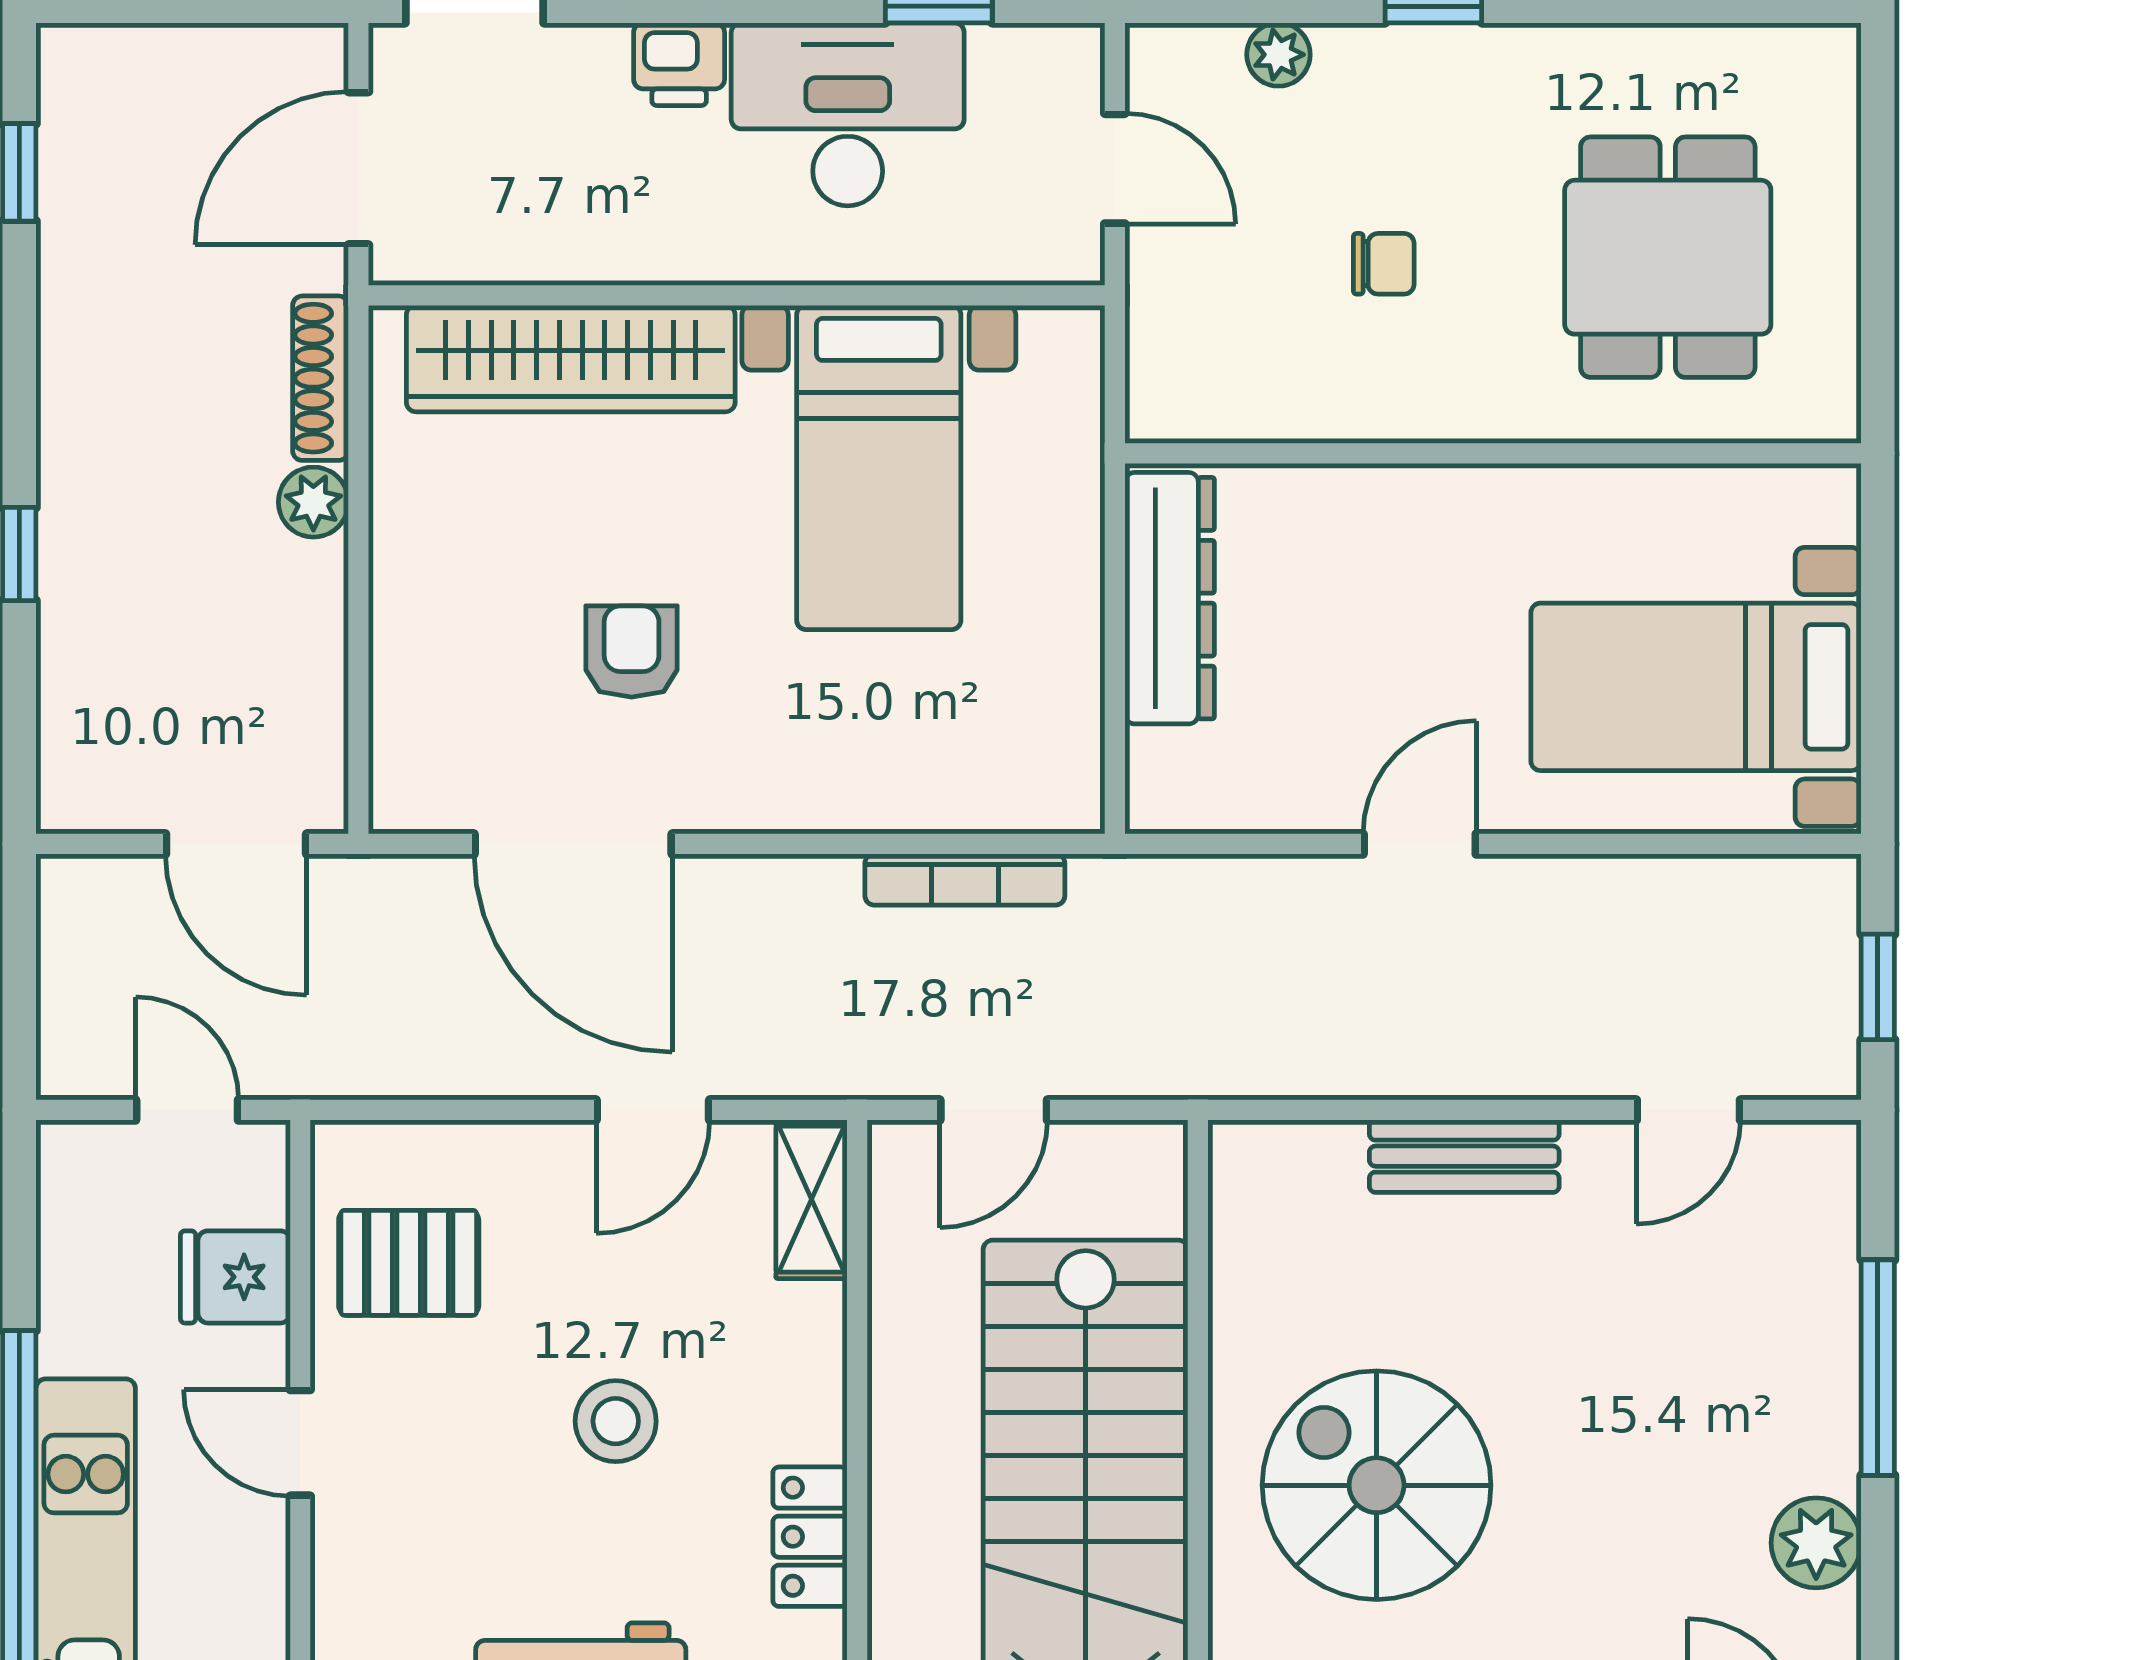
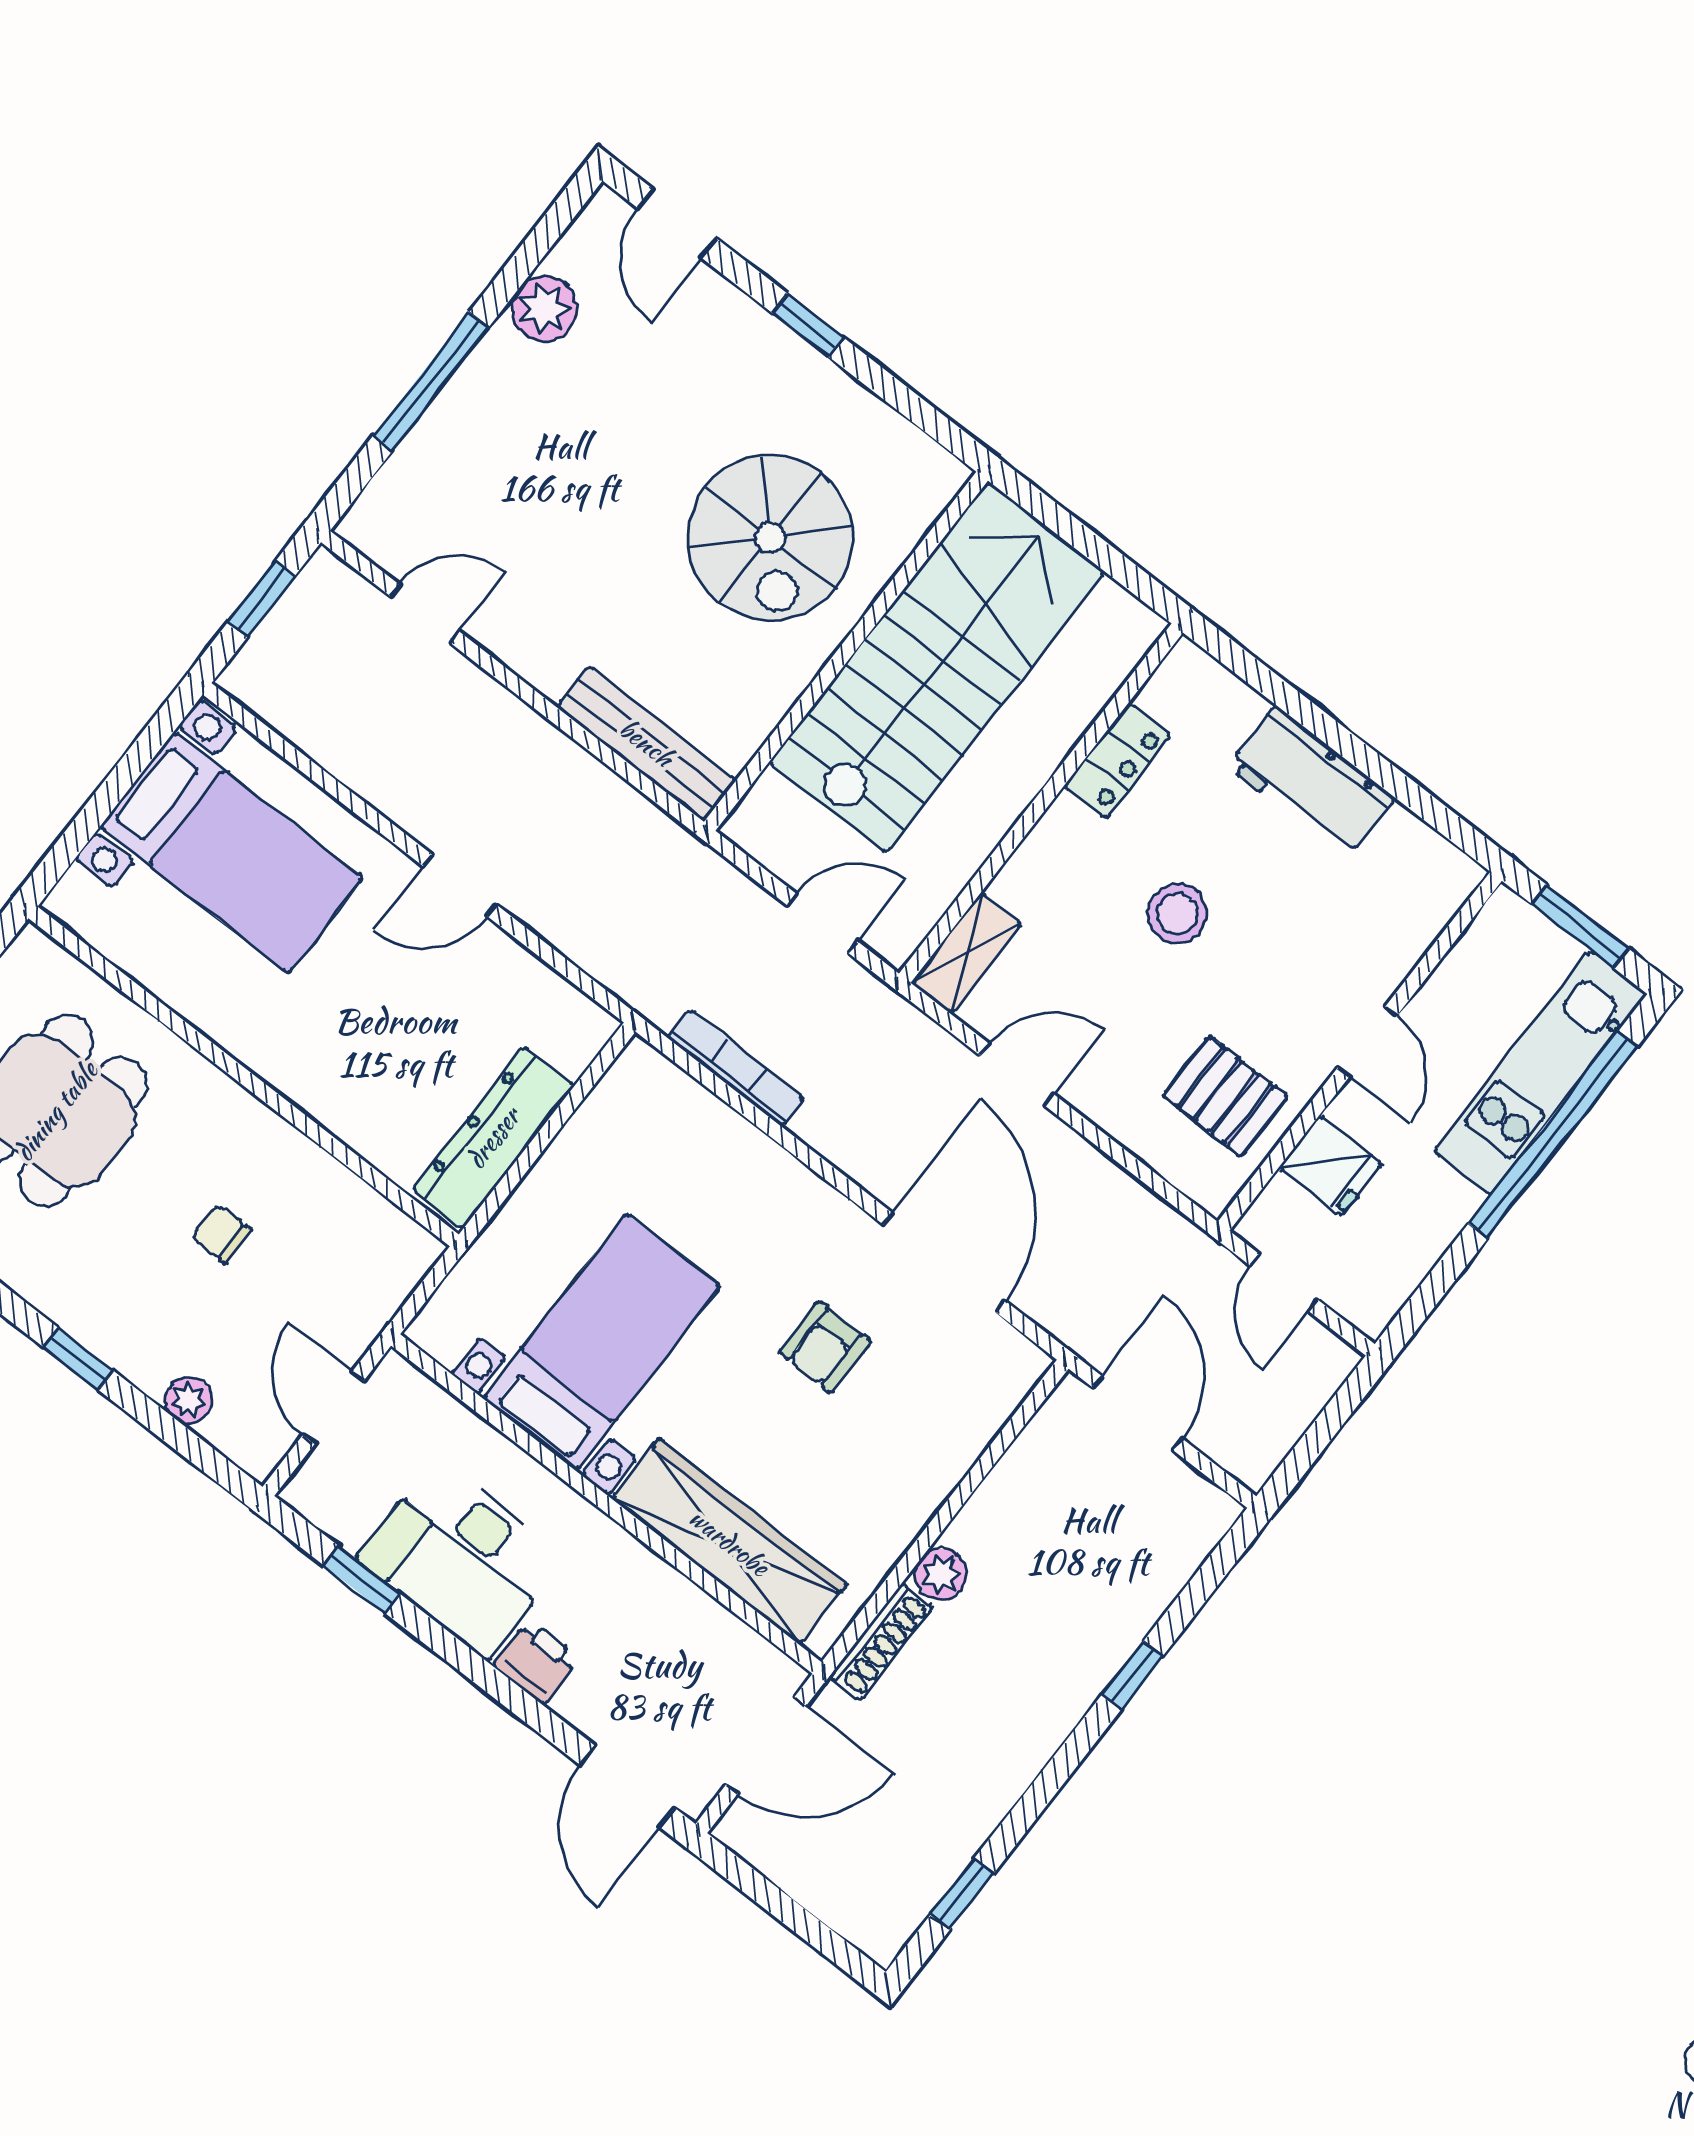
bench: (1464, 1156) -> (646, 743), moved, width x1.36

